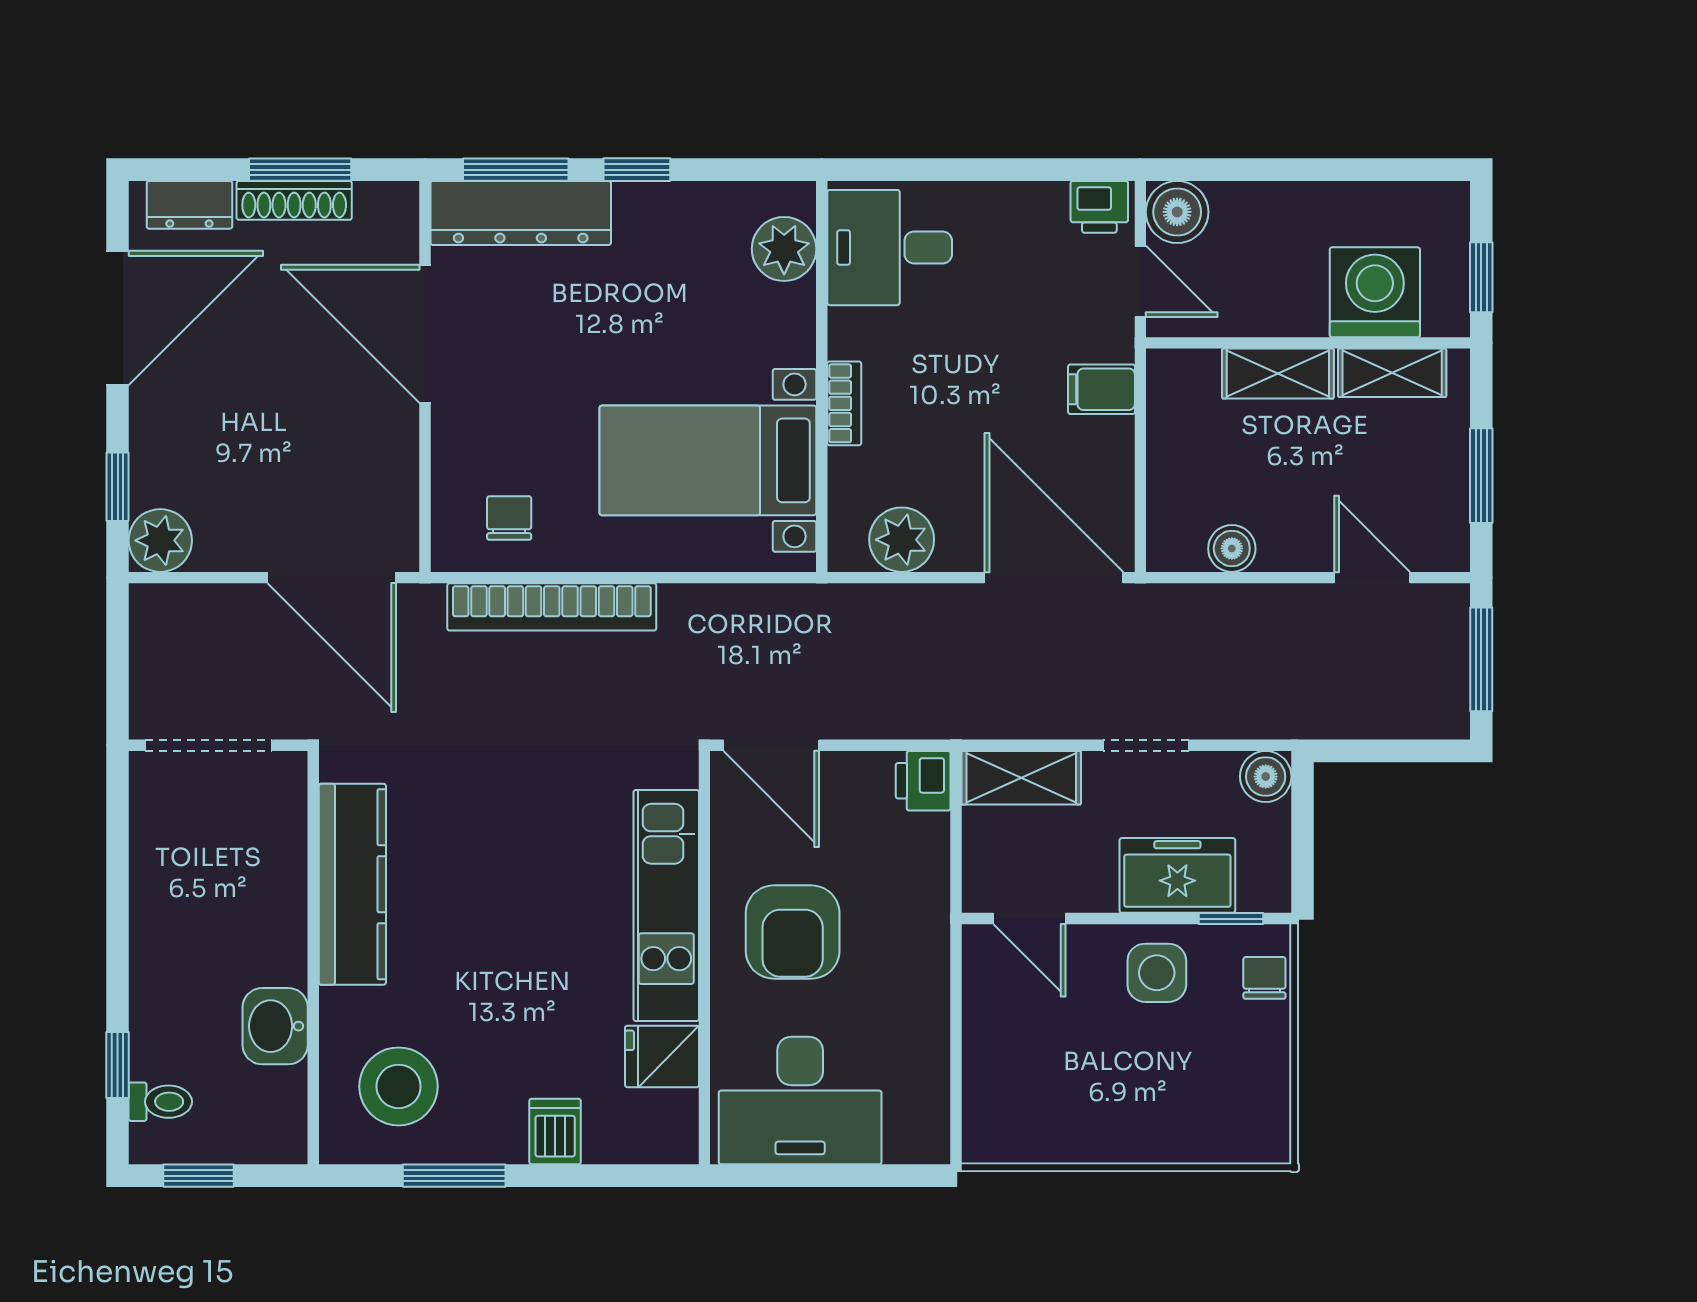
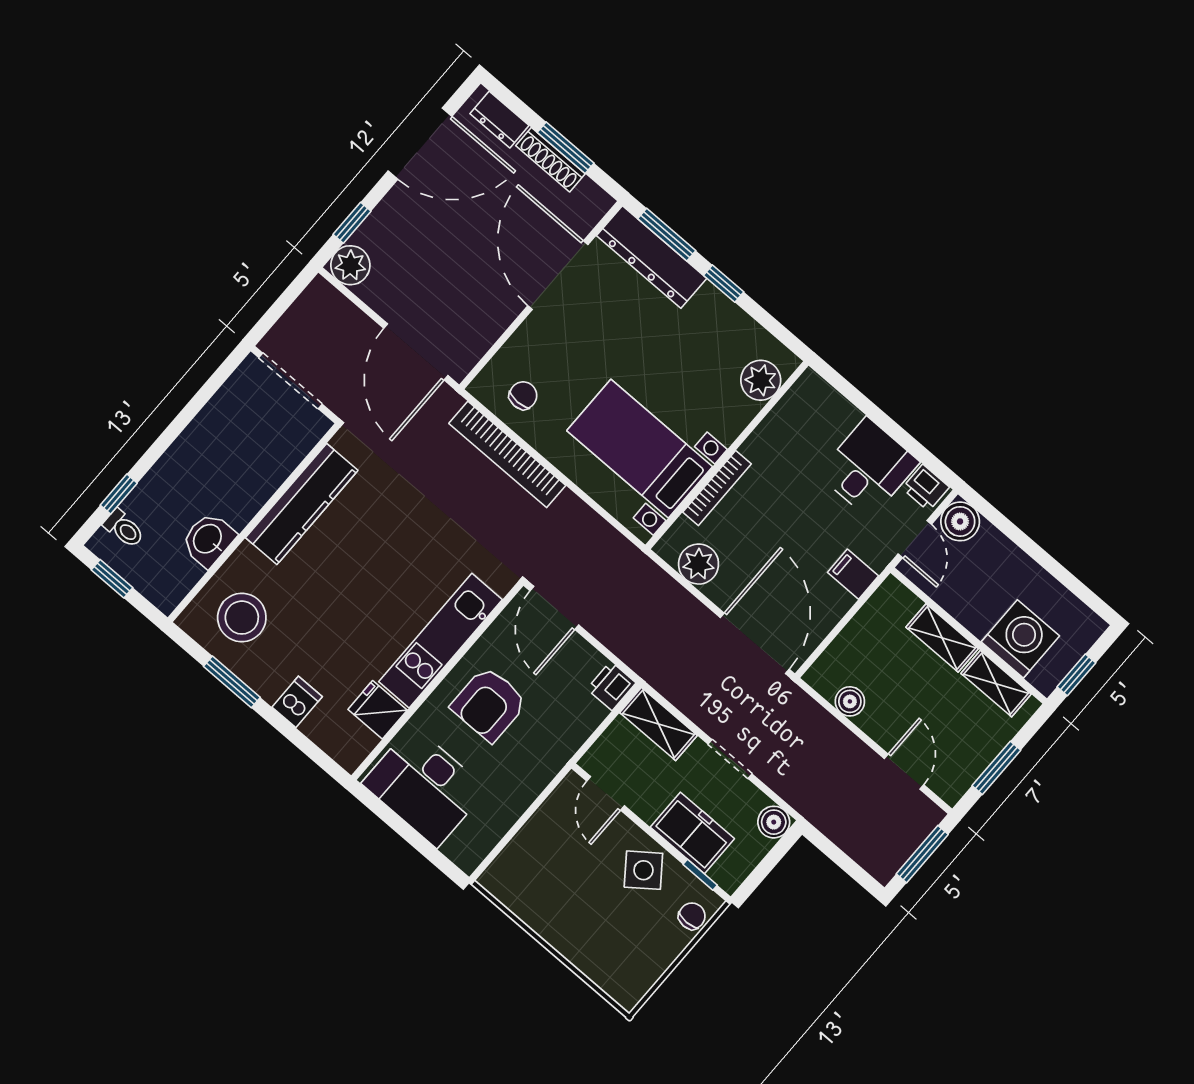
desk: (890, 248) -> (868, 468), moved, turned 90
bookcase: (844, 403) -> (717, 488), width x1.56
side table: (1157, 973) -> (643, 870), turned -37

